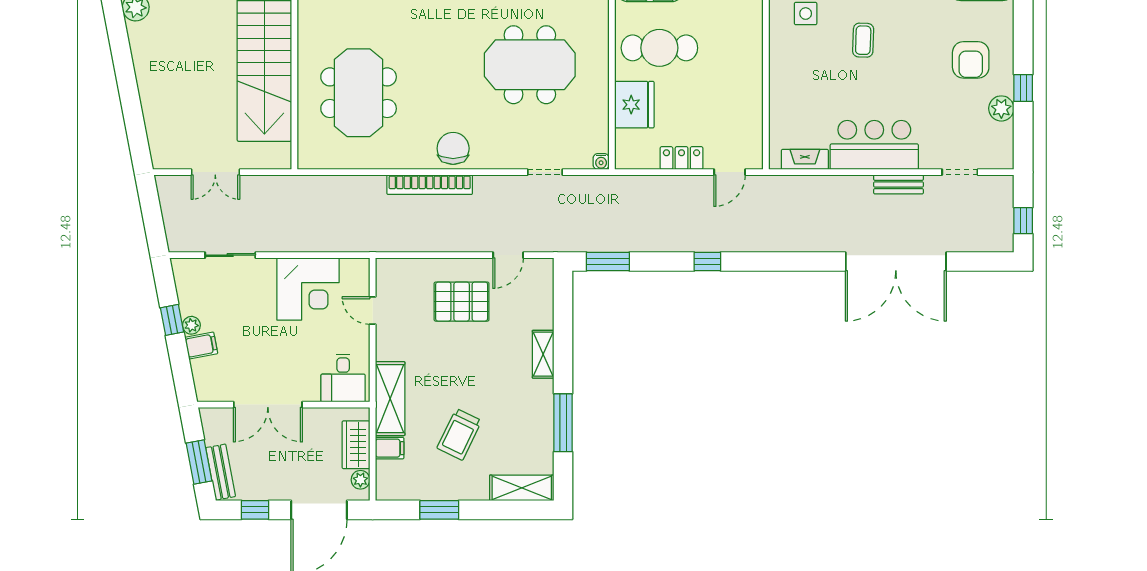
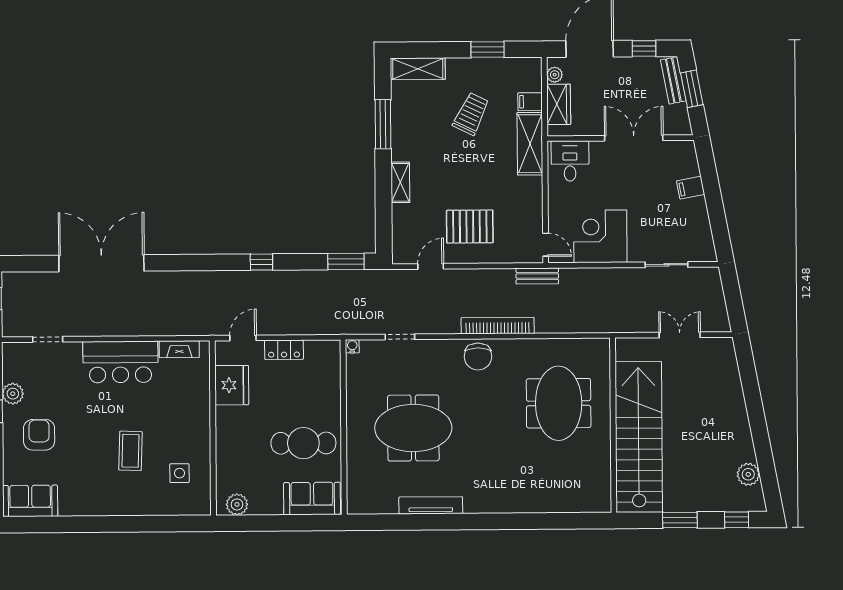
coffee table: (863, 40) -> (131, 451), width x1.36, depth x1.30
fridge: (634, 105) -> (232, 385), moved, turned 180
bench: (898, 184) -> (537, 276), moved
door: (373, 311) -> (546, 245), moved
window: (172, 320) -> (716, 209), removed
plant: (191, 325) -> (699, 205), removed

